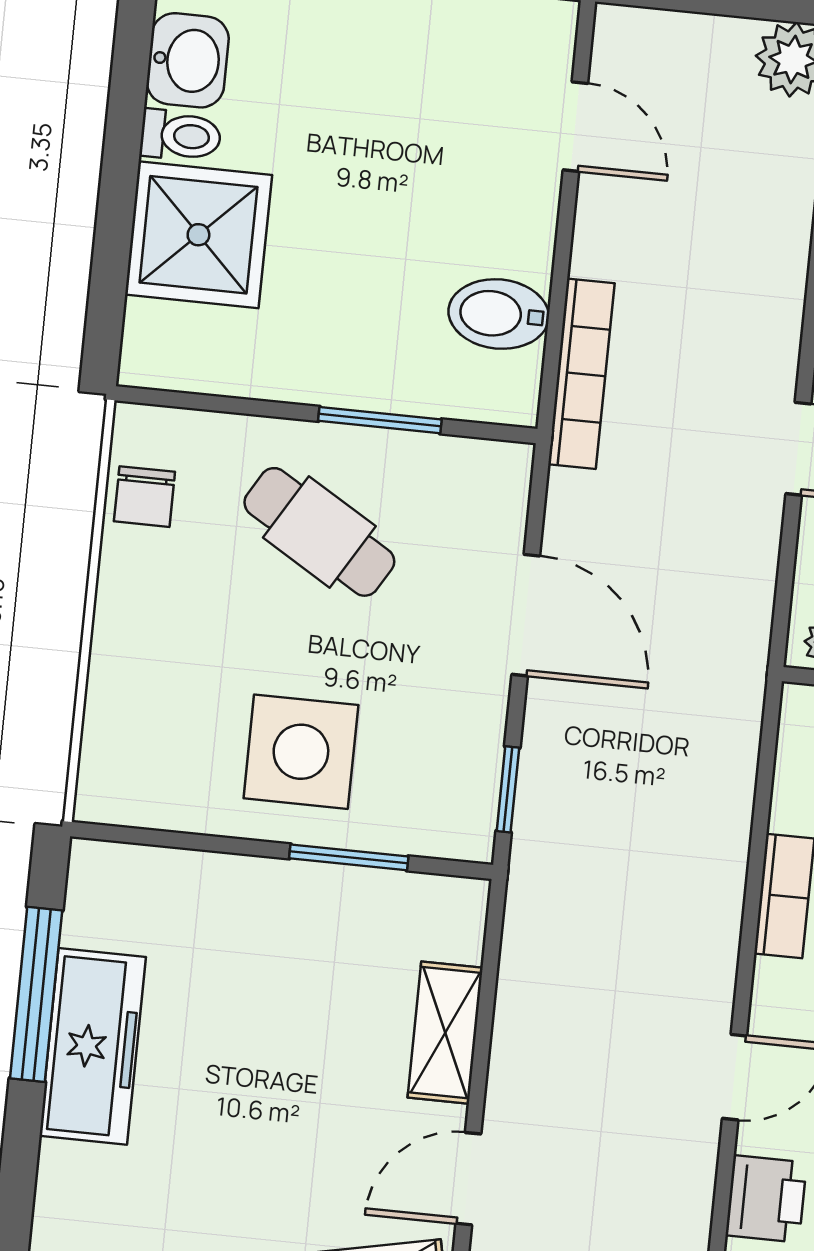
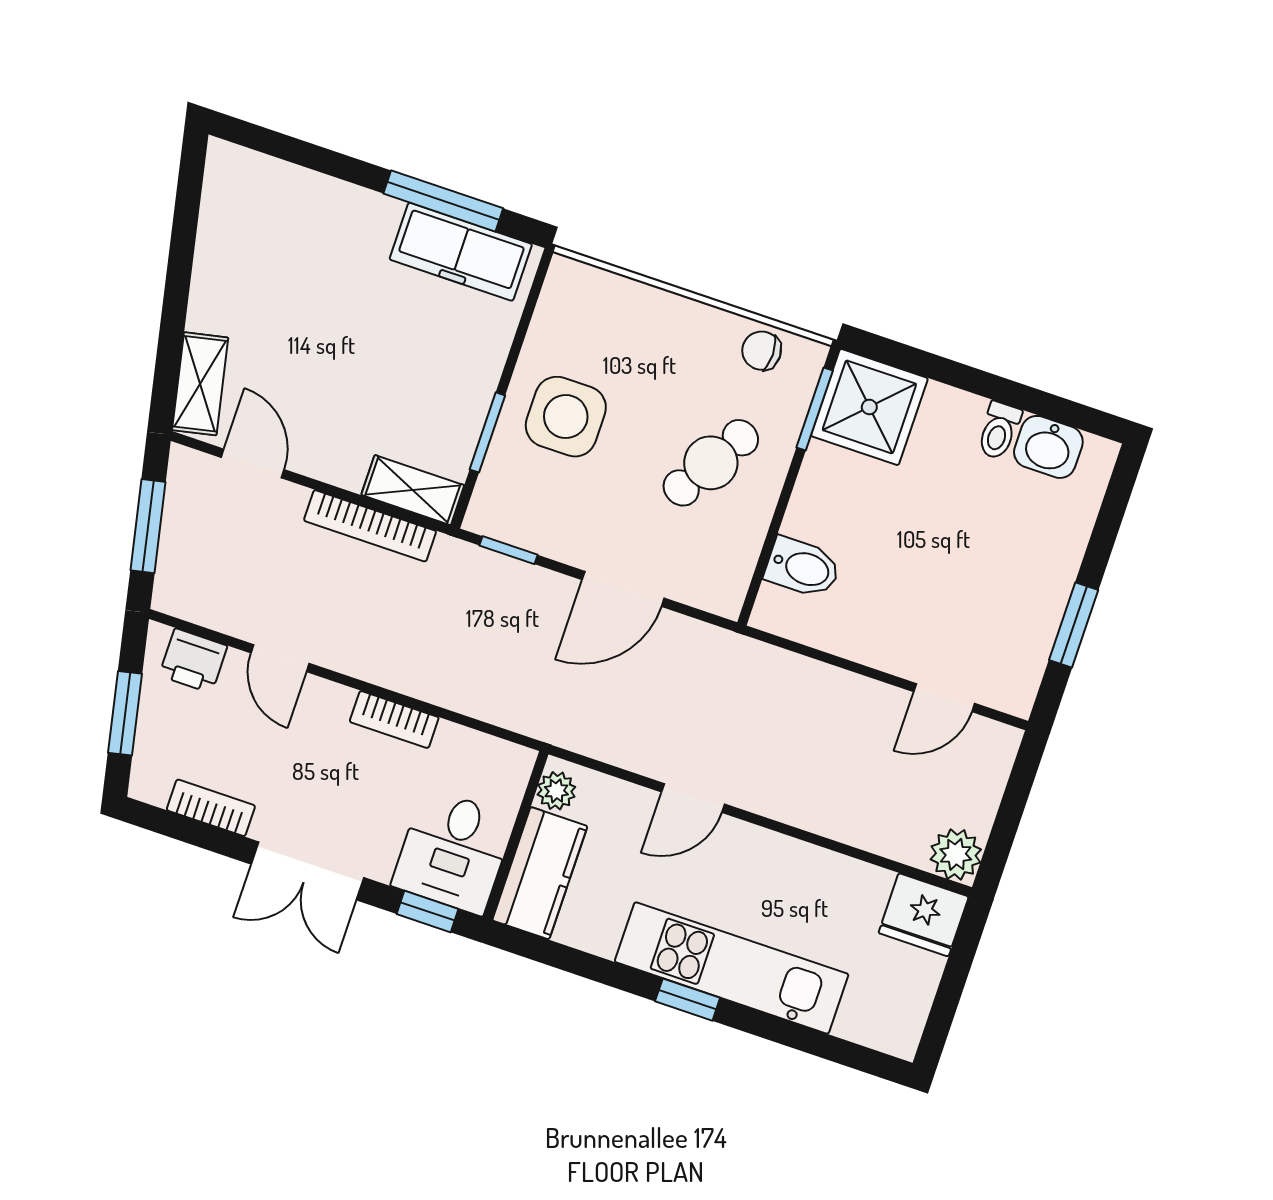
shower: (198, 235) -> (869, 407), moved
bidet: (499, 314) -> (803, 568), moved, turned 90
bookcase: (581, 374) -> (370, 526), moved
window: (380, 420) -> (815, 409), moved
shelving: (445, 1033) -> (413, 490), moved
freezer: (93, 1046) -> (461, 252), moved

